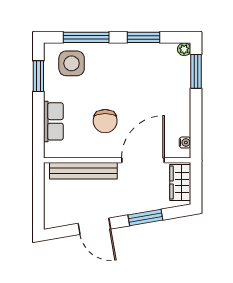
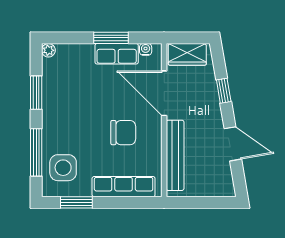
window: (196, 71) -> (111, 38), moved
row of seats: (181, 115) -> (117, 54), added
row of seats: (53, 121) -> (124, 187), width x1.48
window: (145, 217) -> (224, 91), width x0.67
door: (94, 226) -> (233, 144), hinge flipped

